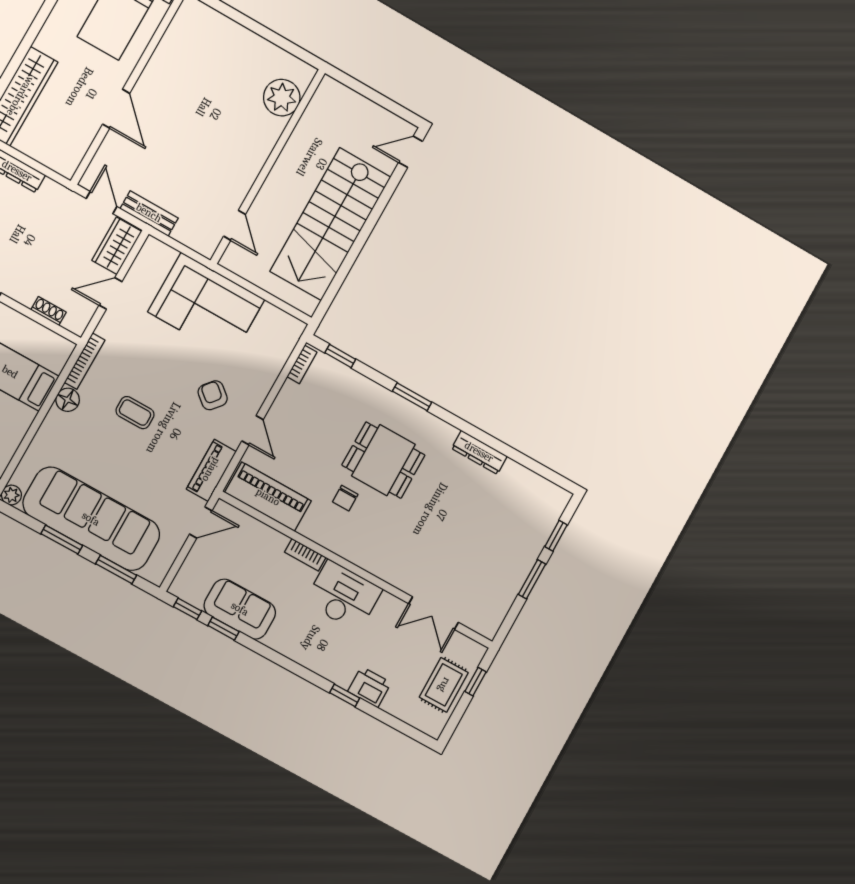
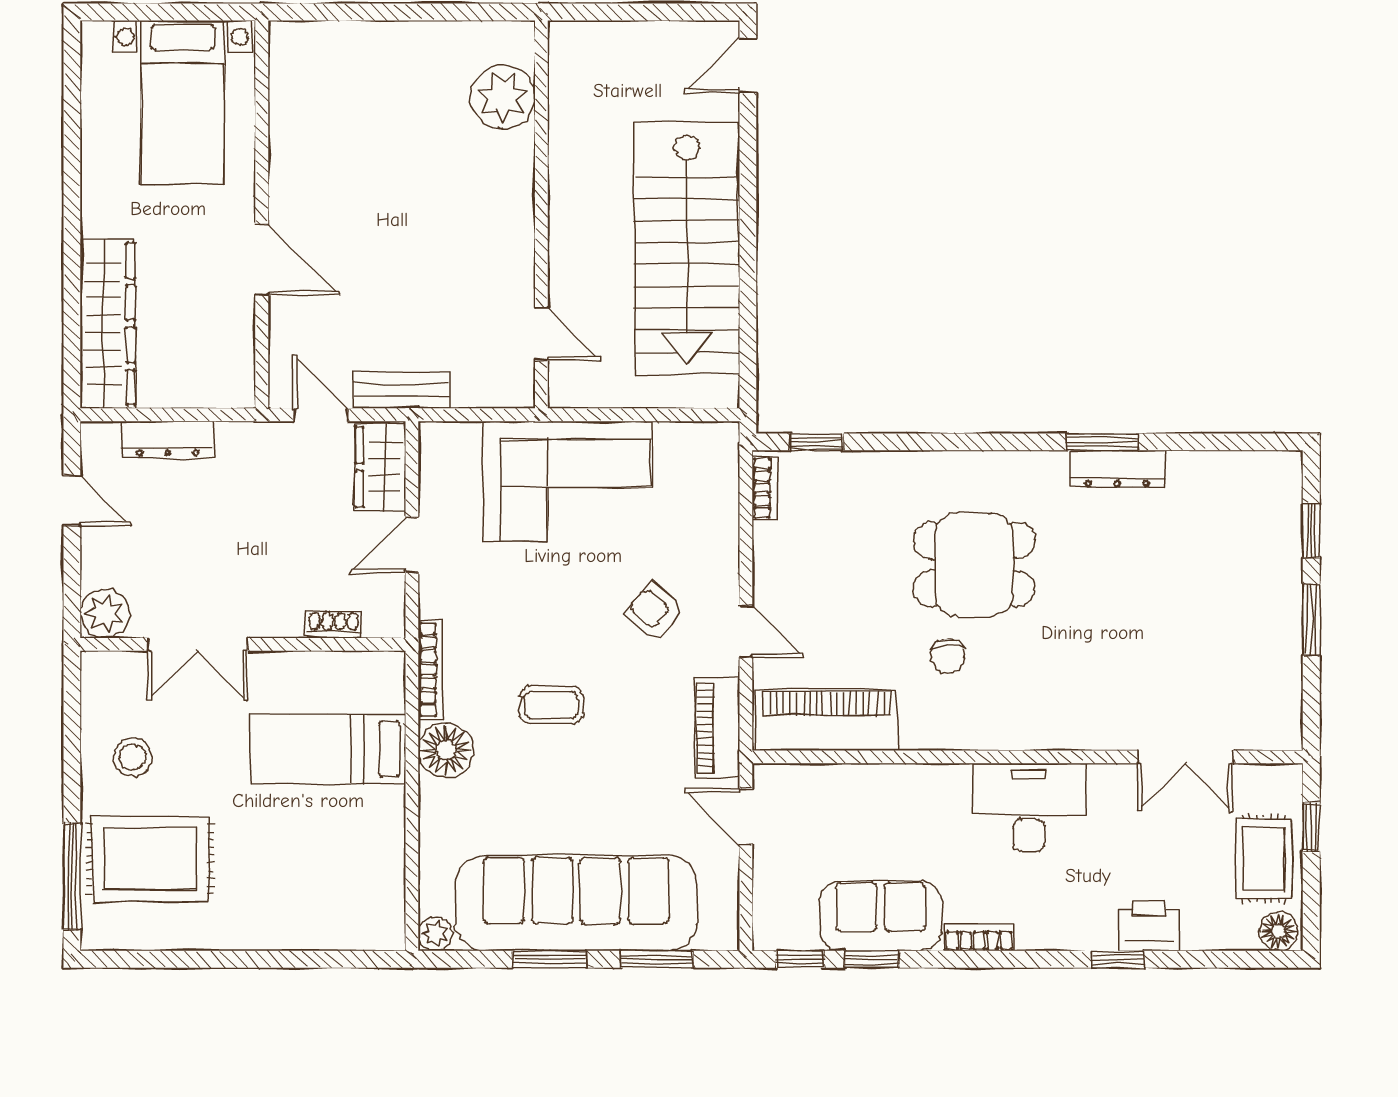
window: (412, 397) -> (1102, 442), moved
floor lamp: (68, 400) -> (446, 750), width x1.38, depth x1.38
door: (201, 522) -> (746, 817), swing flipped
bookcase: (305, 555) -> (979, 937), moved, turned 180
floor lamp: (431, 725) -> (1278, 931), added

